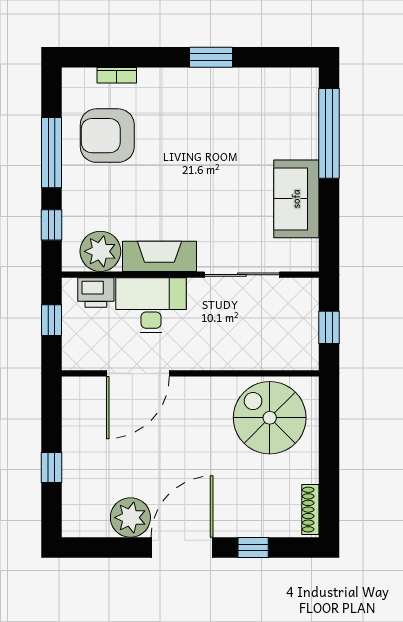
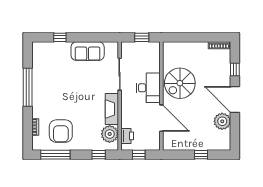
window: (211, 57) -> (28, 87), width x2.11
window: (329, 133) -> (60, 37), width x0.32
window: (52, 153) -> (55, 155), moved
desk: (151, 305) -> (148, 88), moved, turned 180
spiral stairs: (270, 418) -> (180, 83), moved

